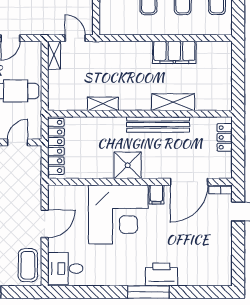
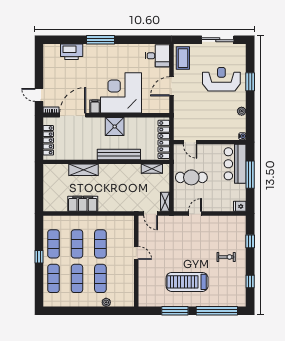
shelving: (103, 104) -> (152, 169), moved
bench: (158, 125) -> (119, 154), moved
locker: (225, 137) -> (48, 140), width x1.53
door: (18, 142) -> (190, 142), hinge flipped
printer: (161, 274) -> (72, 52), moved

